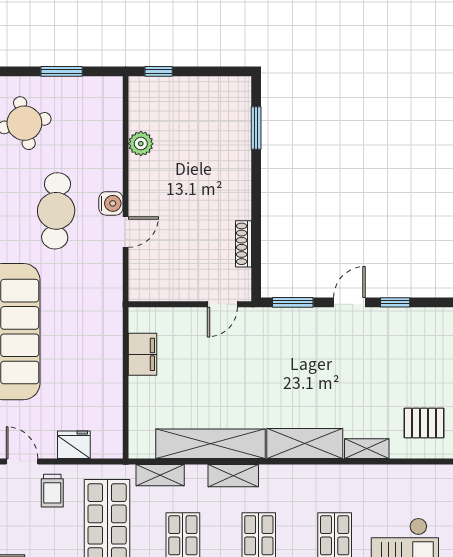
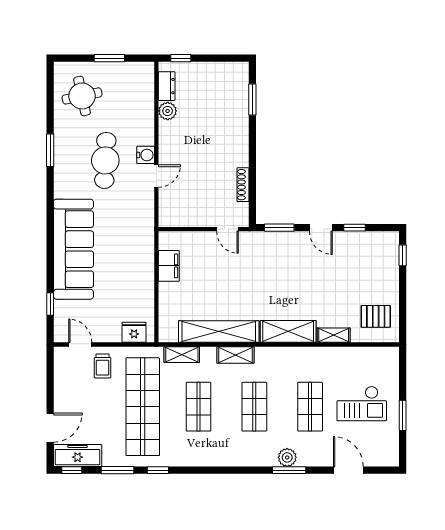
dresser: (140, 110) -> (167, 86), added
door: (349, 302) -> (321, 228), swing flipped
door: (222, 304) -> (228, 229), hinge flipped
fridge: (74, 445) -> (134, 332), moved

